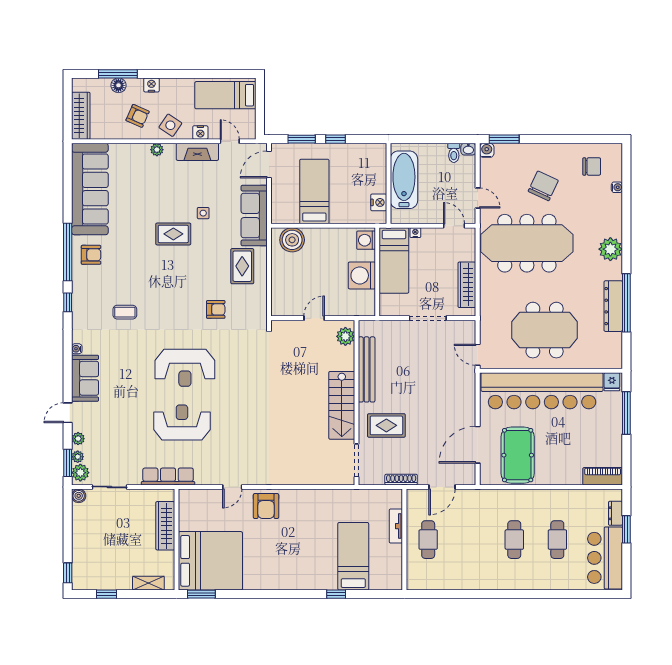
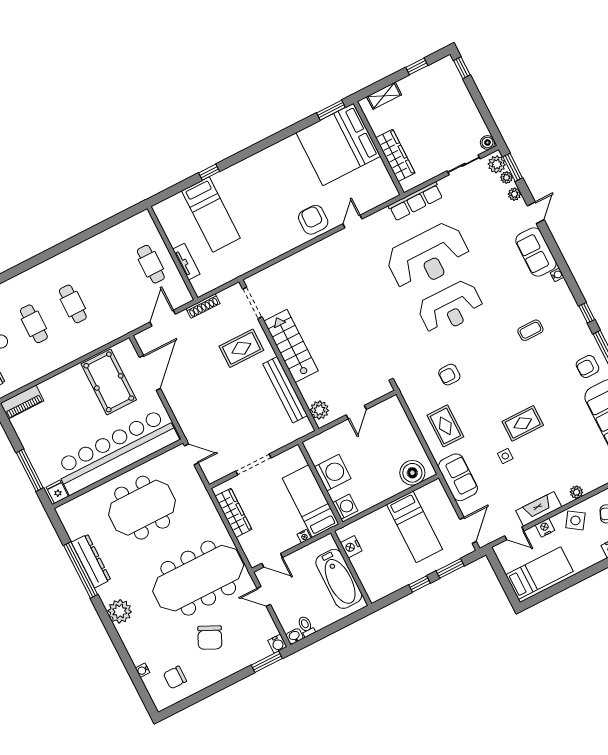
sofa: (254, 216) -> (458, 477), width x0.73
reception desk: (185, 368) -> (450, 308), turned 180
reception desk: (182, 422) -> (428, 257), width x1.36, depth x1.30

